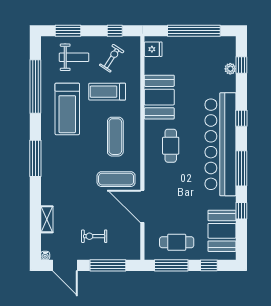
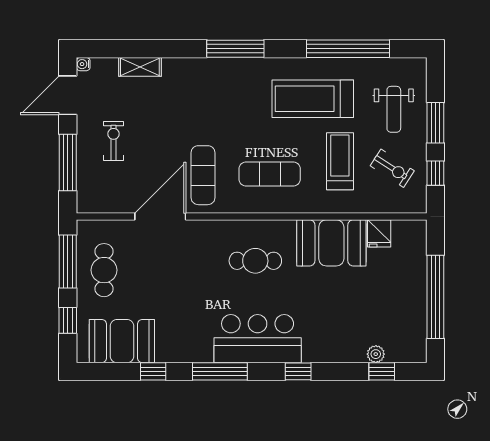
window: (68, 31) -> (435, 123), moved
fridge: (153, 49) -> (379, 233), moved
bar counter: (220, 144) -> (258, 339), width x0.54

